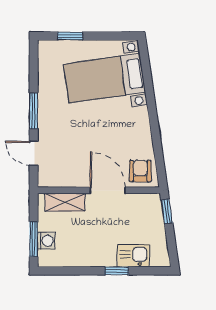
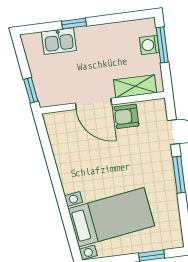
armchair: (140, 171) -> (126, 116), moved, turned 90

